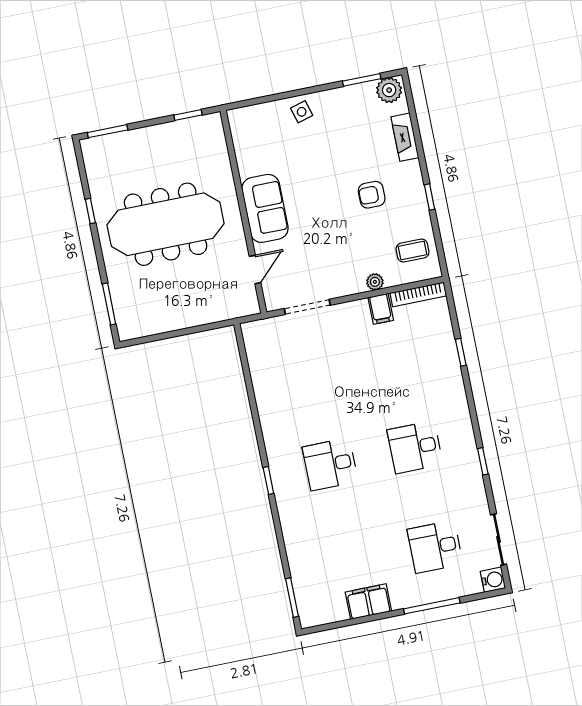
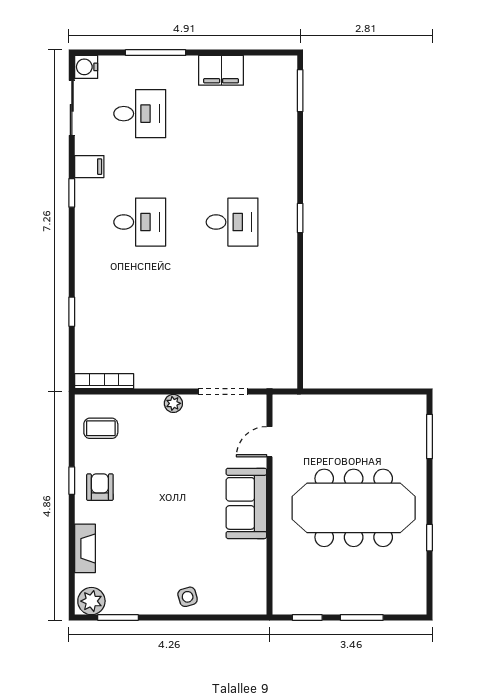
window: (108, 131) -> (362, 617), moved
armchair: (372, 195) -> (100, 487), moved, turned -90
plant: (375, 282) -> (173, 403), moved
filing cabinet: (381, 309) -> (89, 167), moved, turned 90

